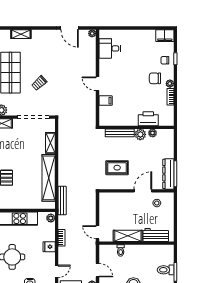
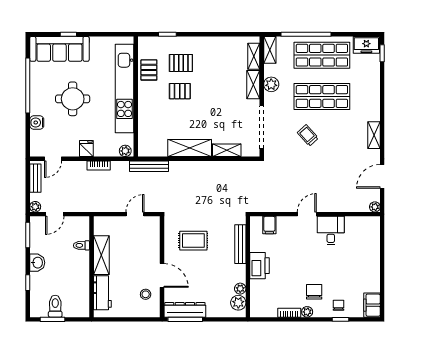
shelving: (21, 34) -> (374, 135), moved
desk: (110, 48) -> (331, 231), moved
filing cabinet: (106, 101) -> (269, 225), moved
printer: (148, 119) -> (259, 266), moved
plant: (140, 134) -> (238, 303), moved
rug: (117, 168) -> (193, 241), turned 90
shelving: (49, 178) -> (190, 148), width x0.68
door: (98, 232) -> (135, 214), moved
door: (57, 271) -> (53, 159), hinge flipped

